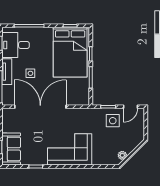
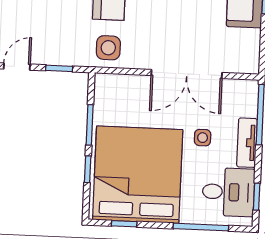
bed: (70, 52) -> (138, 175), width x1.36
double door: (40, 107) -> (187, 74), width x0.73
side table: (113, 121) -> (108, 48), moved

